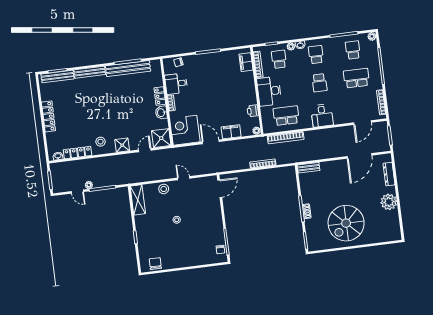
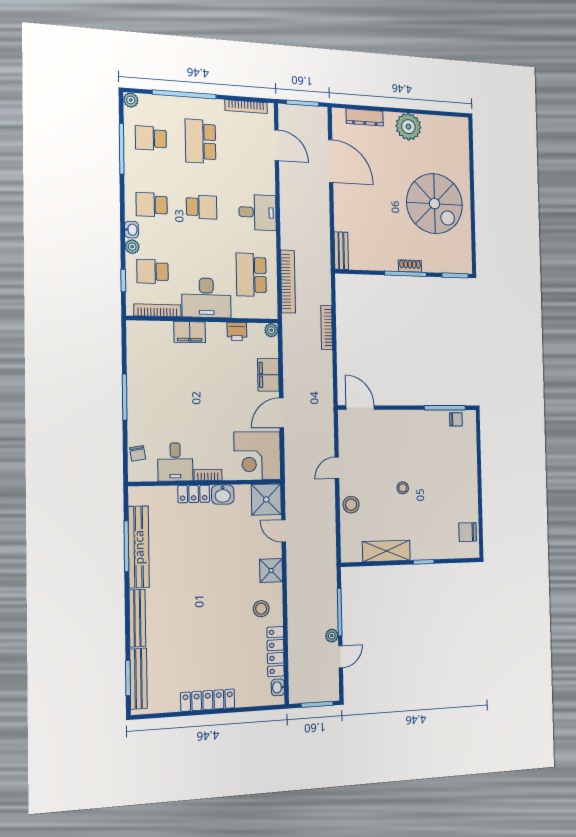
filing cabinet: (246, 62) -> (190, 332), moved
shelving: (138, 200) -> (386, 551), moved

